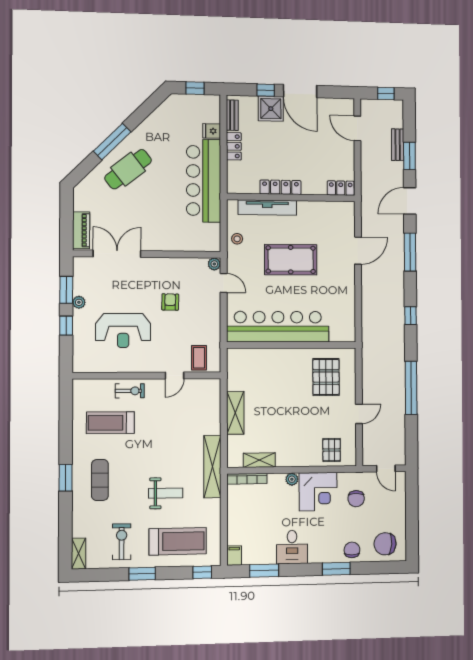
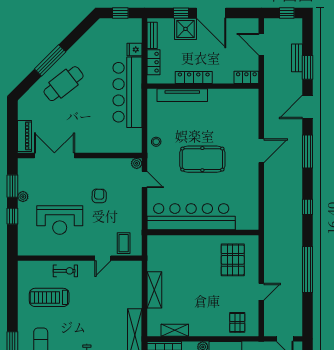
locker: (280, 187) -> (194, 78), moved
locker: (341, 188) -> (246, 77), moved
wall: (291, 197) -> (203, 86), moved
tv unit: (267, 207) -> (182, 95), moved

